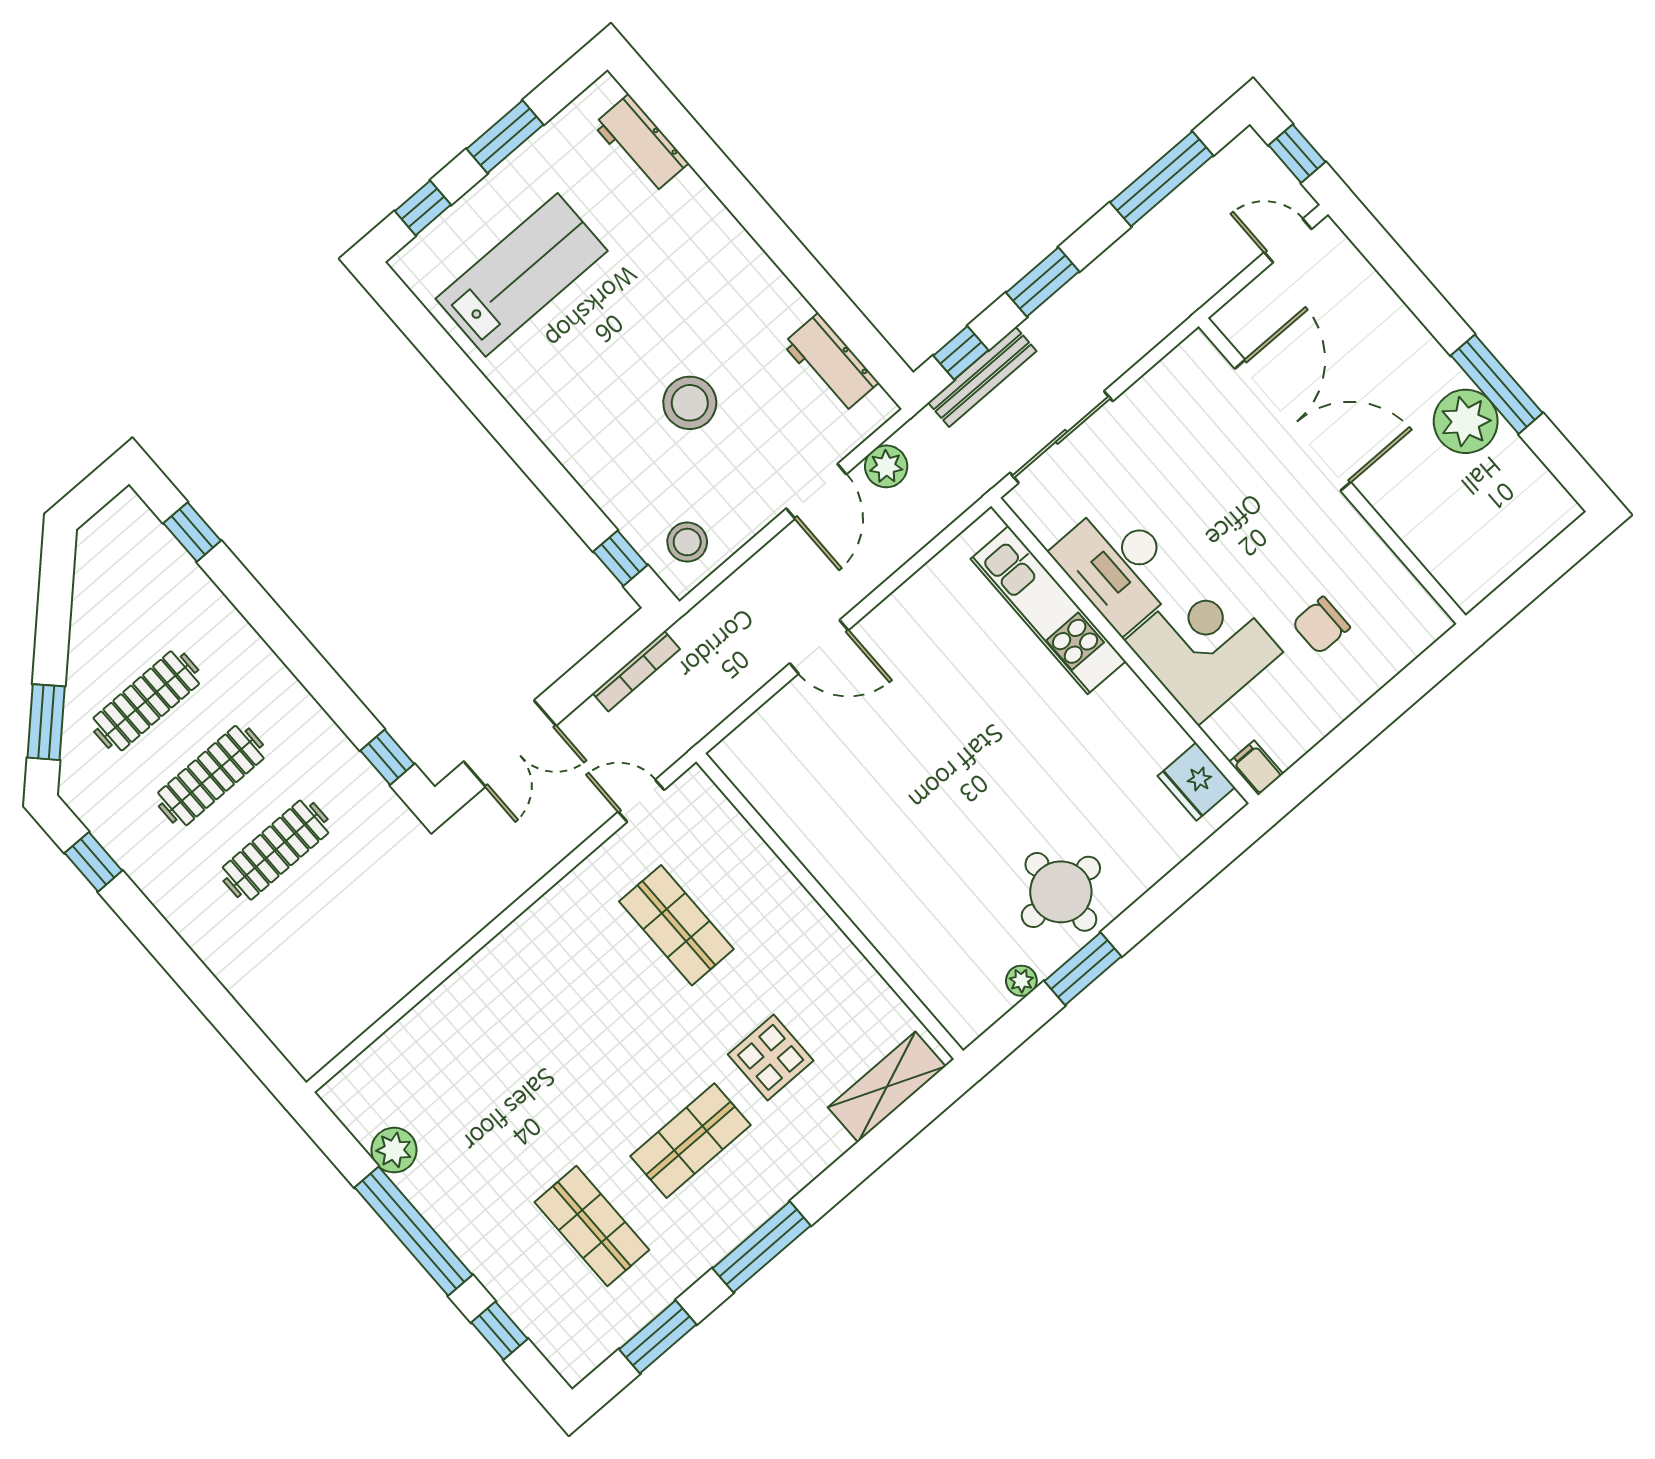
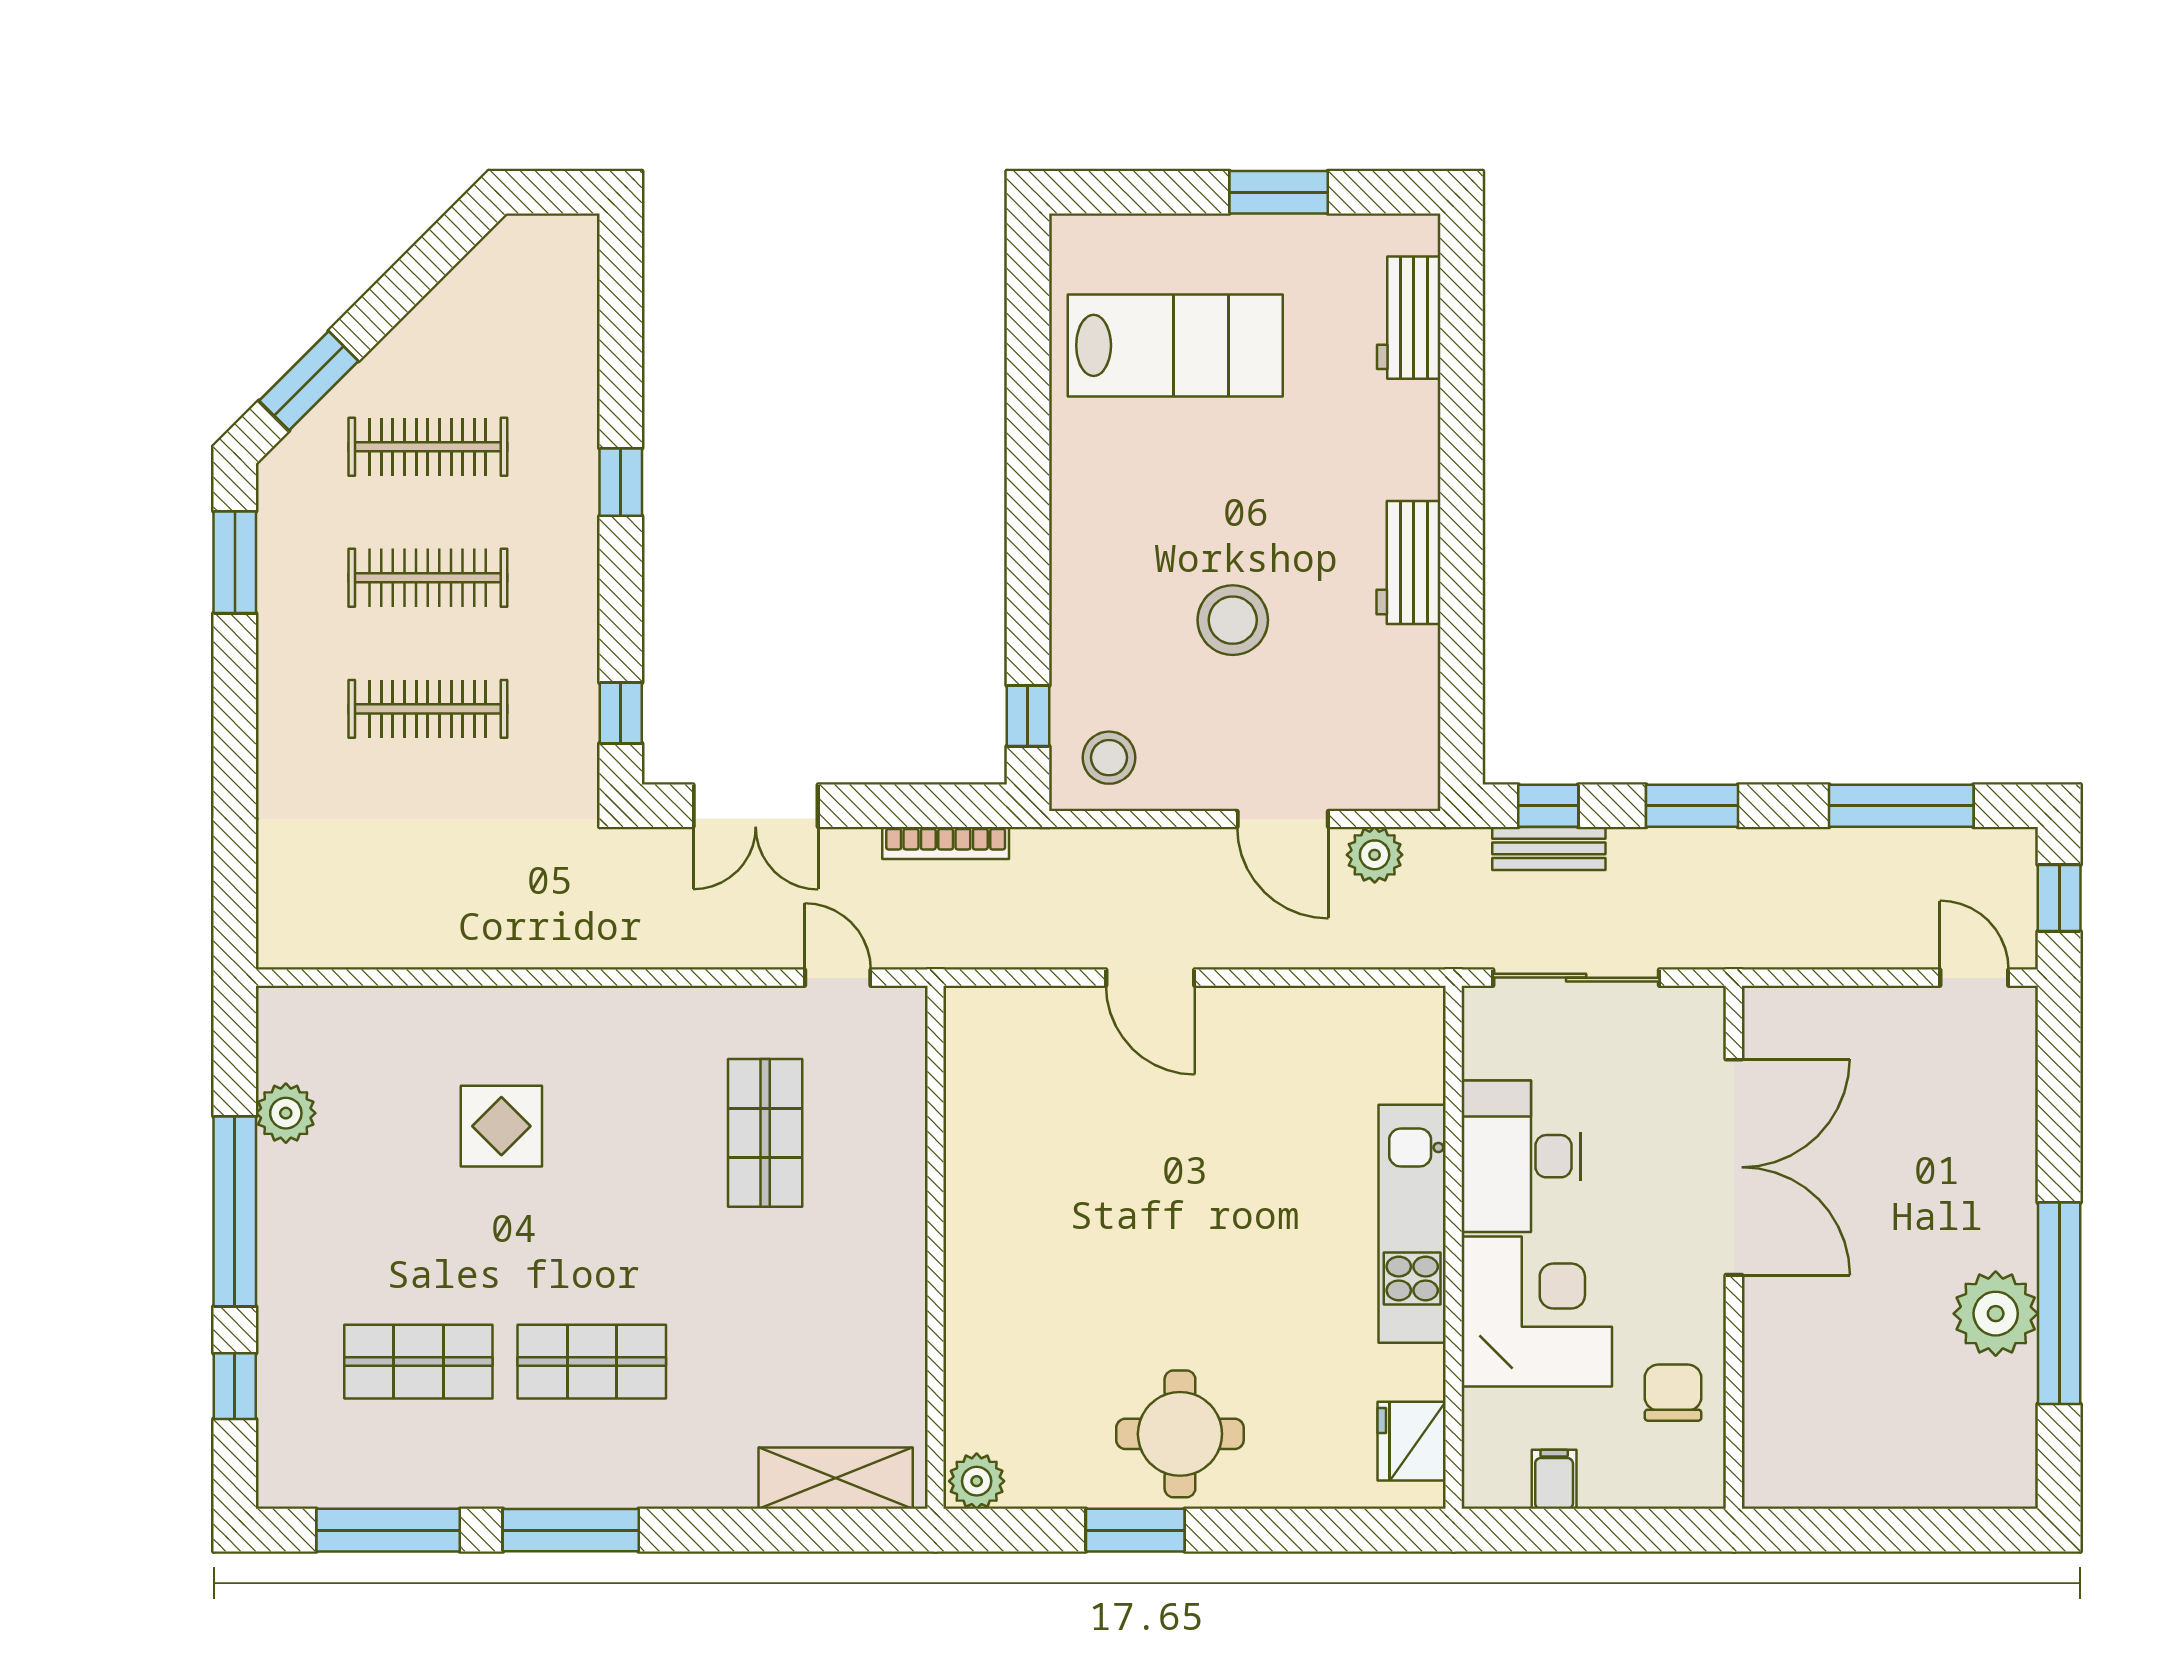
window: (423, 208) -> (1134, 192), removed
workbench: (831, 363) -> (1409, 562), moved
bench: (982, 377) -> (1549, 848), width x0.73
window: (1497, 384) -> (2059, 1303), width x1.46
double door: (1293, 425) -> (1734, 1167), moved
wall: (1332, 471) -> (1734, 1247), moved
door: (816, 491) -> (1283, 819), hinge flipped
window: (192, 532) -> (621, 482), moved
kitchen unit: (1048, 610) -> (1412, 1224), moved
chair: (1321, 625) -> (1673, 1393), turned 90
filing cabinet: (1256, 768) -> (1554, 1479), moved
window: (93, 862) -> (235, 562), width x1.50
plant: (1021, 981) -> (977, 1481), moved, width x1.38, depth x1.38
display table: (771, 1057) -> (501, 1126), moved
shop shelf: (592, 1226) -> (418, 1362), turned 90
window: (658, 1337) -> (388, 1530), width x1.44

